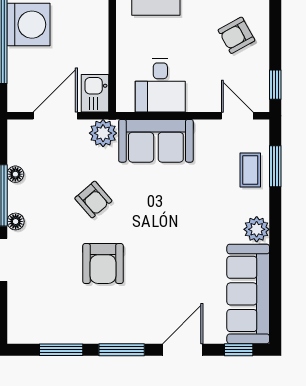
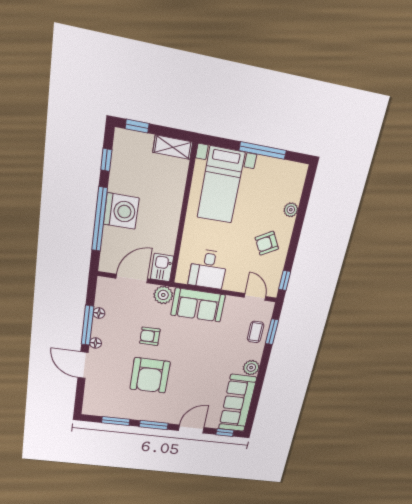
armchair: (93, 200) -> (150, 336), turned 131
armchair: (103, 264) -> (150, 375), width x1.36, depth x1.36

